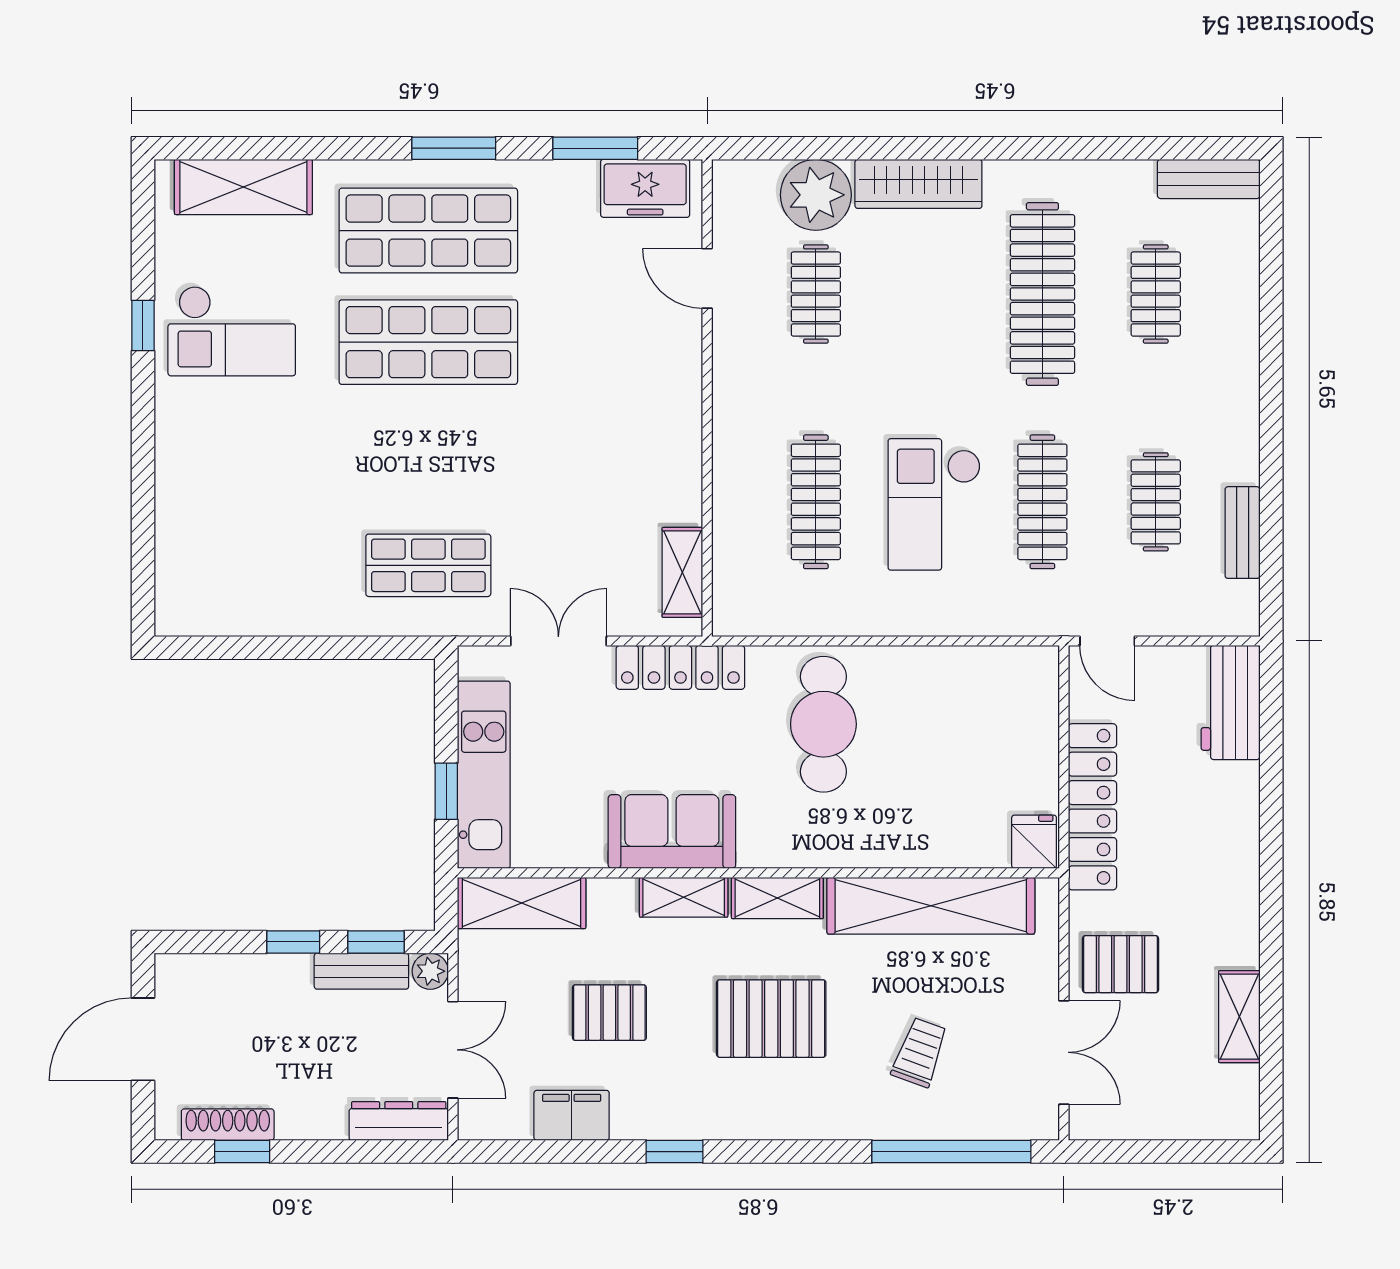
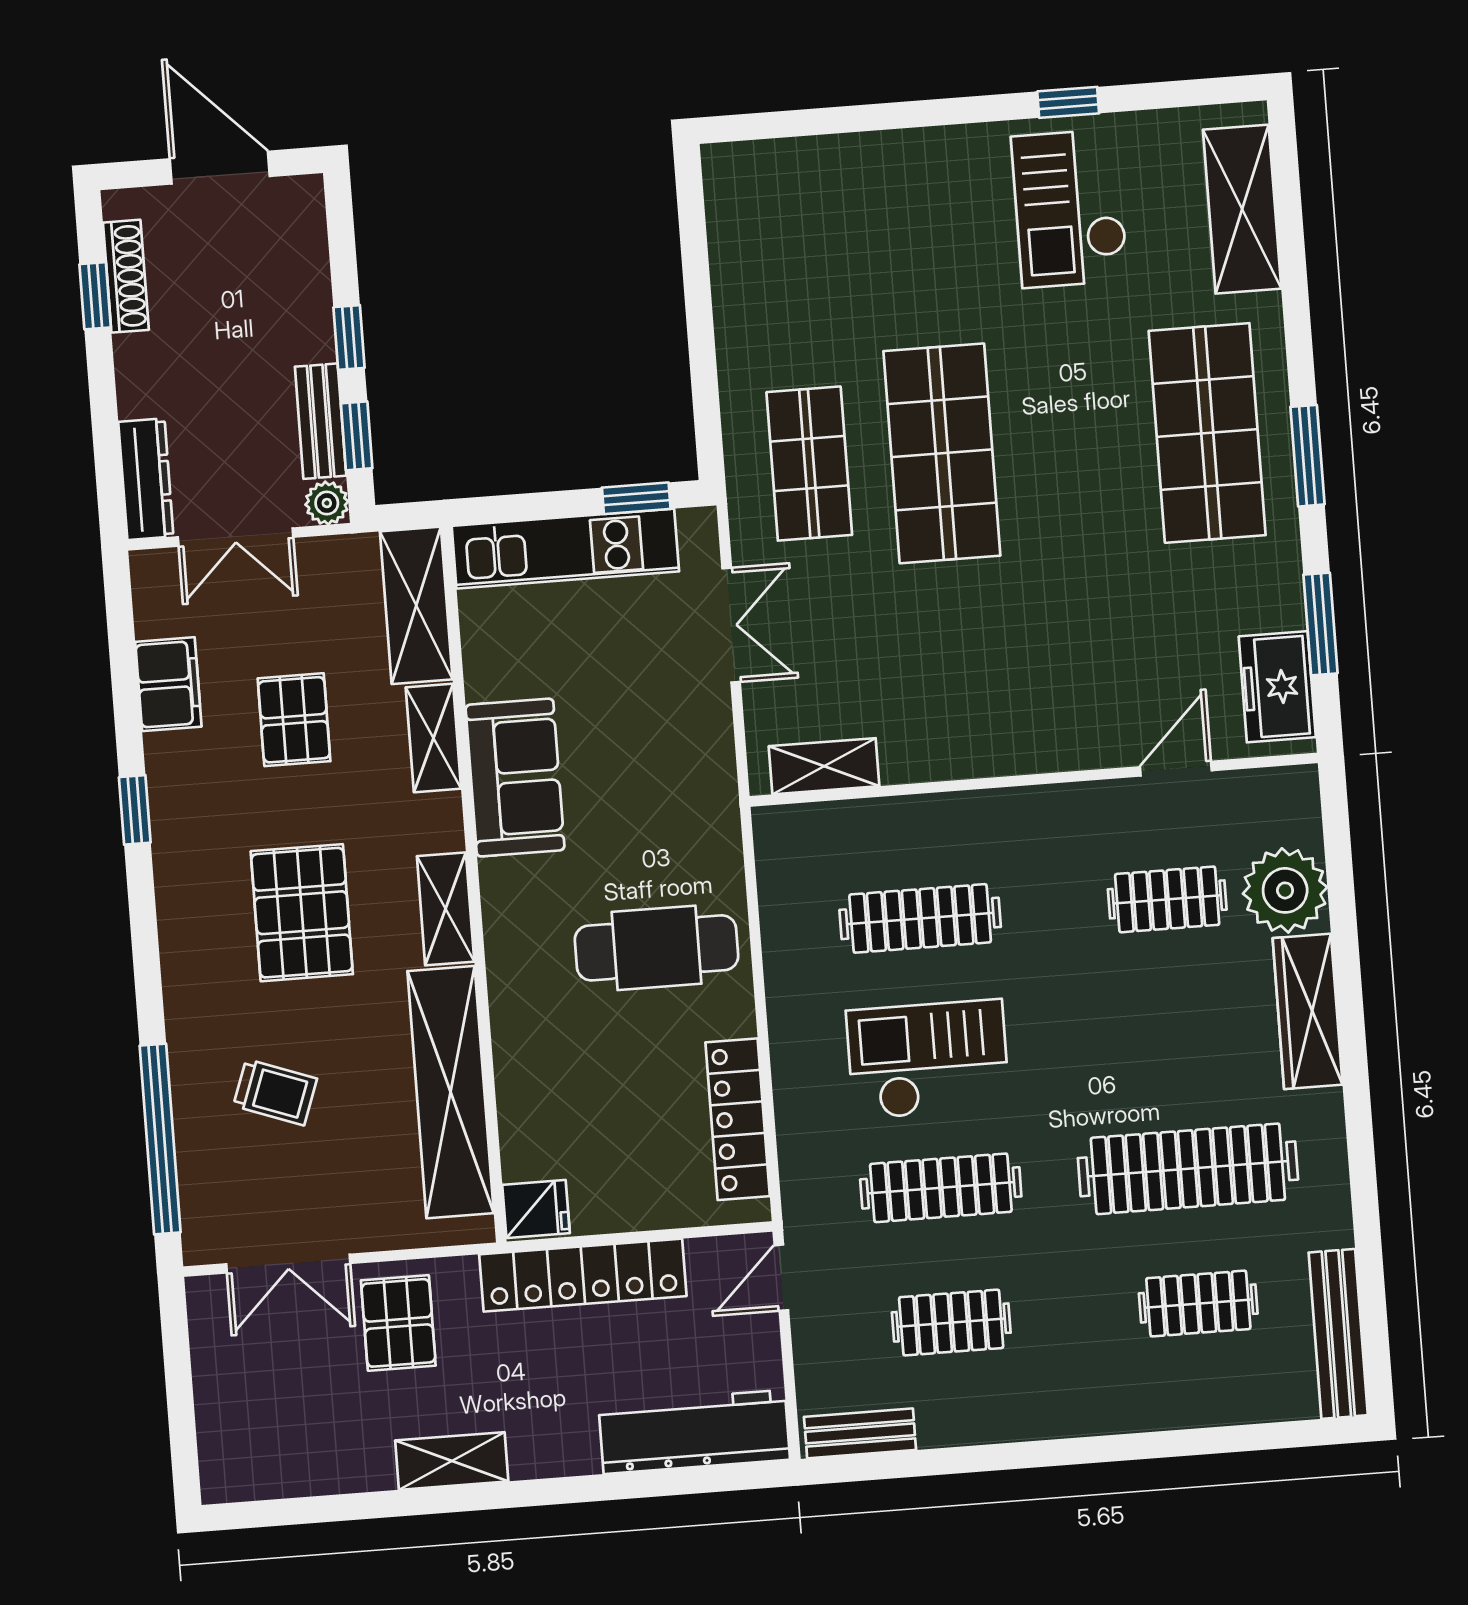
bench: (1209, 179) -> (1338, 1334), width x1.36
shop shelf: (428, 342) -> (942, 453), moved
bench: (1243, 533) -> (860, 1433), moved
locker: (680, 667) -> (738, 1119), moved
workbench: (1231, 702) -> (694, 1432), width x1.38
window: (446, 791) -> (636, 498), moved
shelving: (684, 897) -> (433, 738), moved
shelving: (1239, 1017) -> (452, 1461), moved

